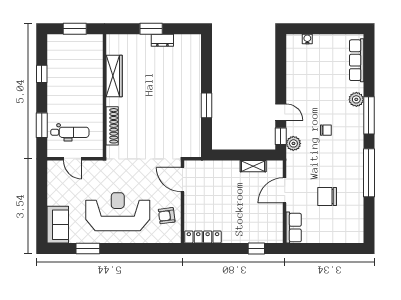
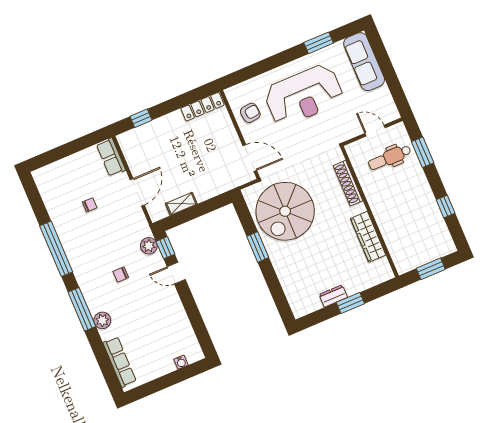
spiral stairs: (172, 125) -> (285, 211), added
chair: (327, 197) -> (90, 205), width x0.54, depth x0.54
sofa: (58, 225) -> (364, 62), width x1.36

